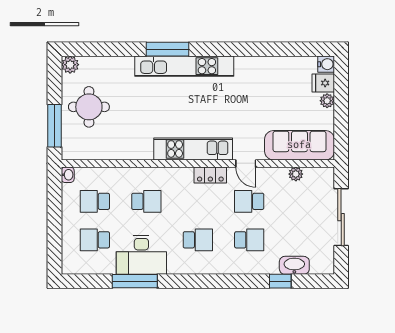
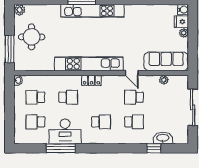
kitchen unit: (193, 149) -> (89, 64), width x1.36
locker: (210, 175) -> (91, 80), moved

